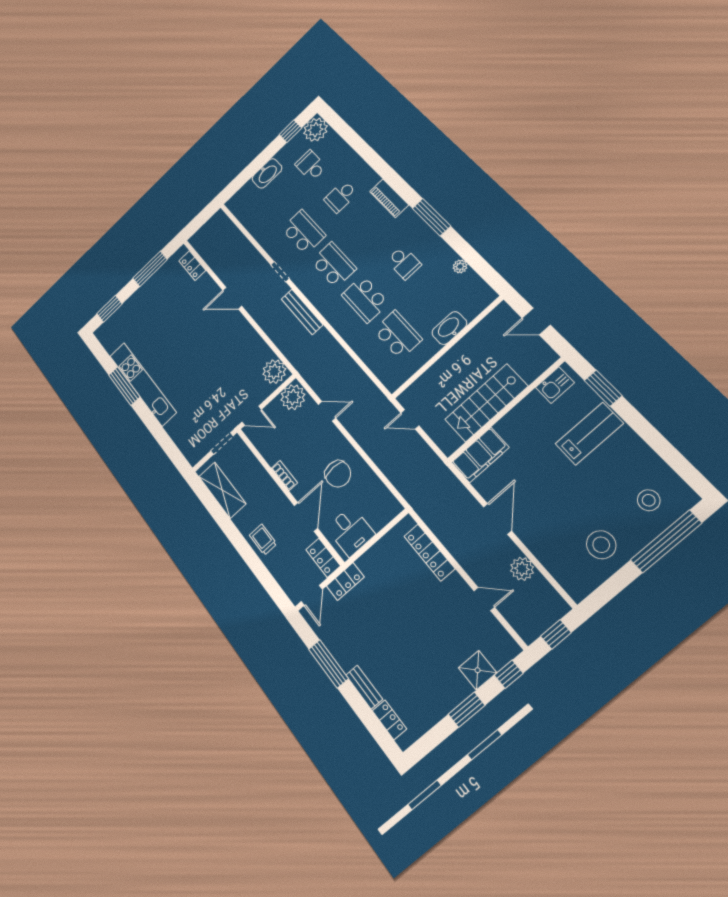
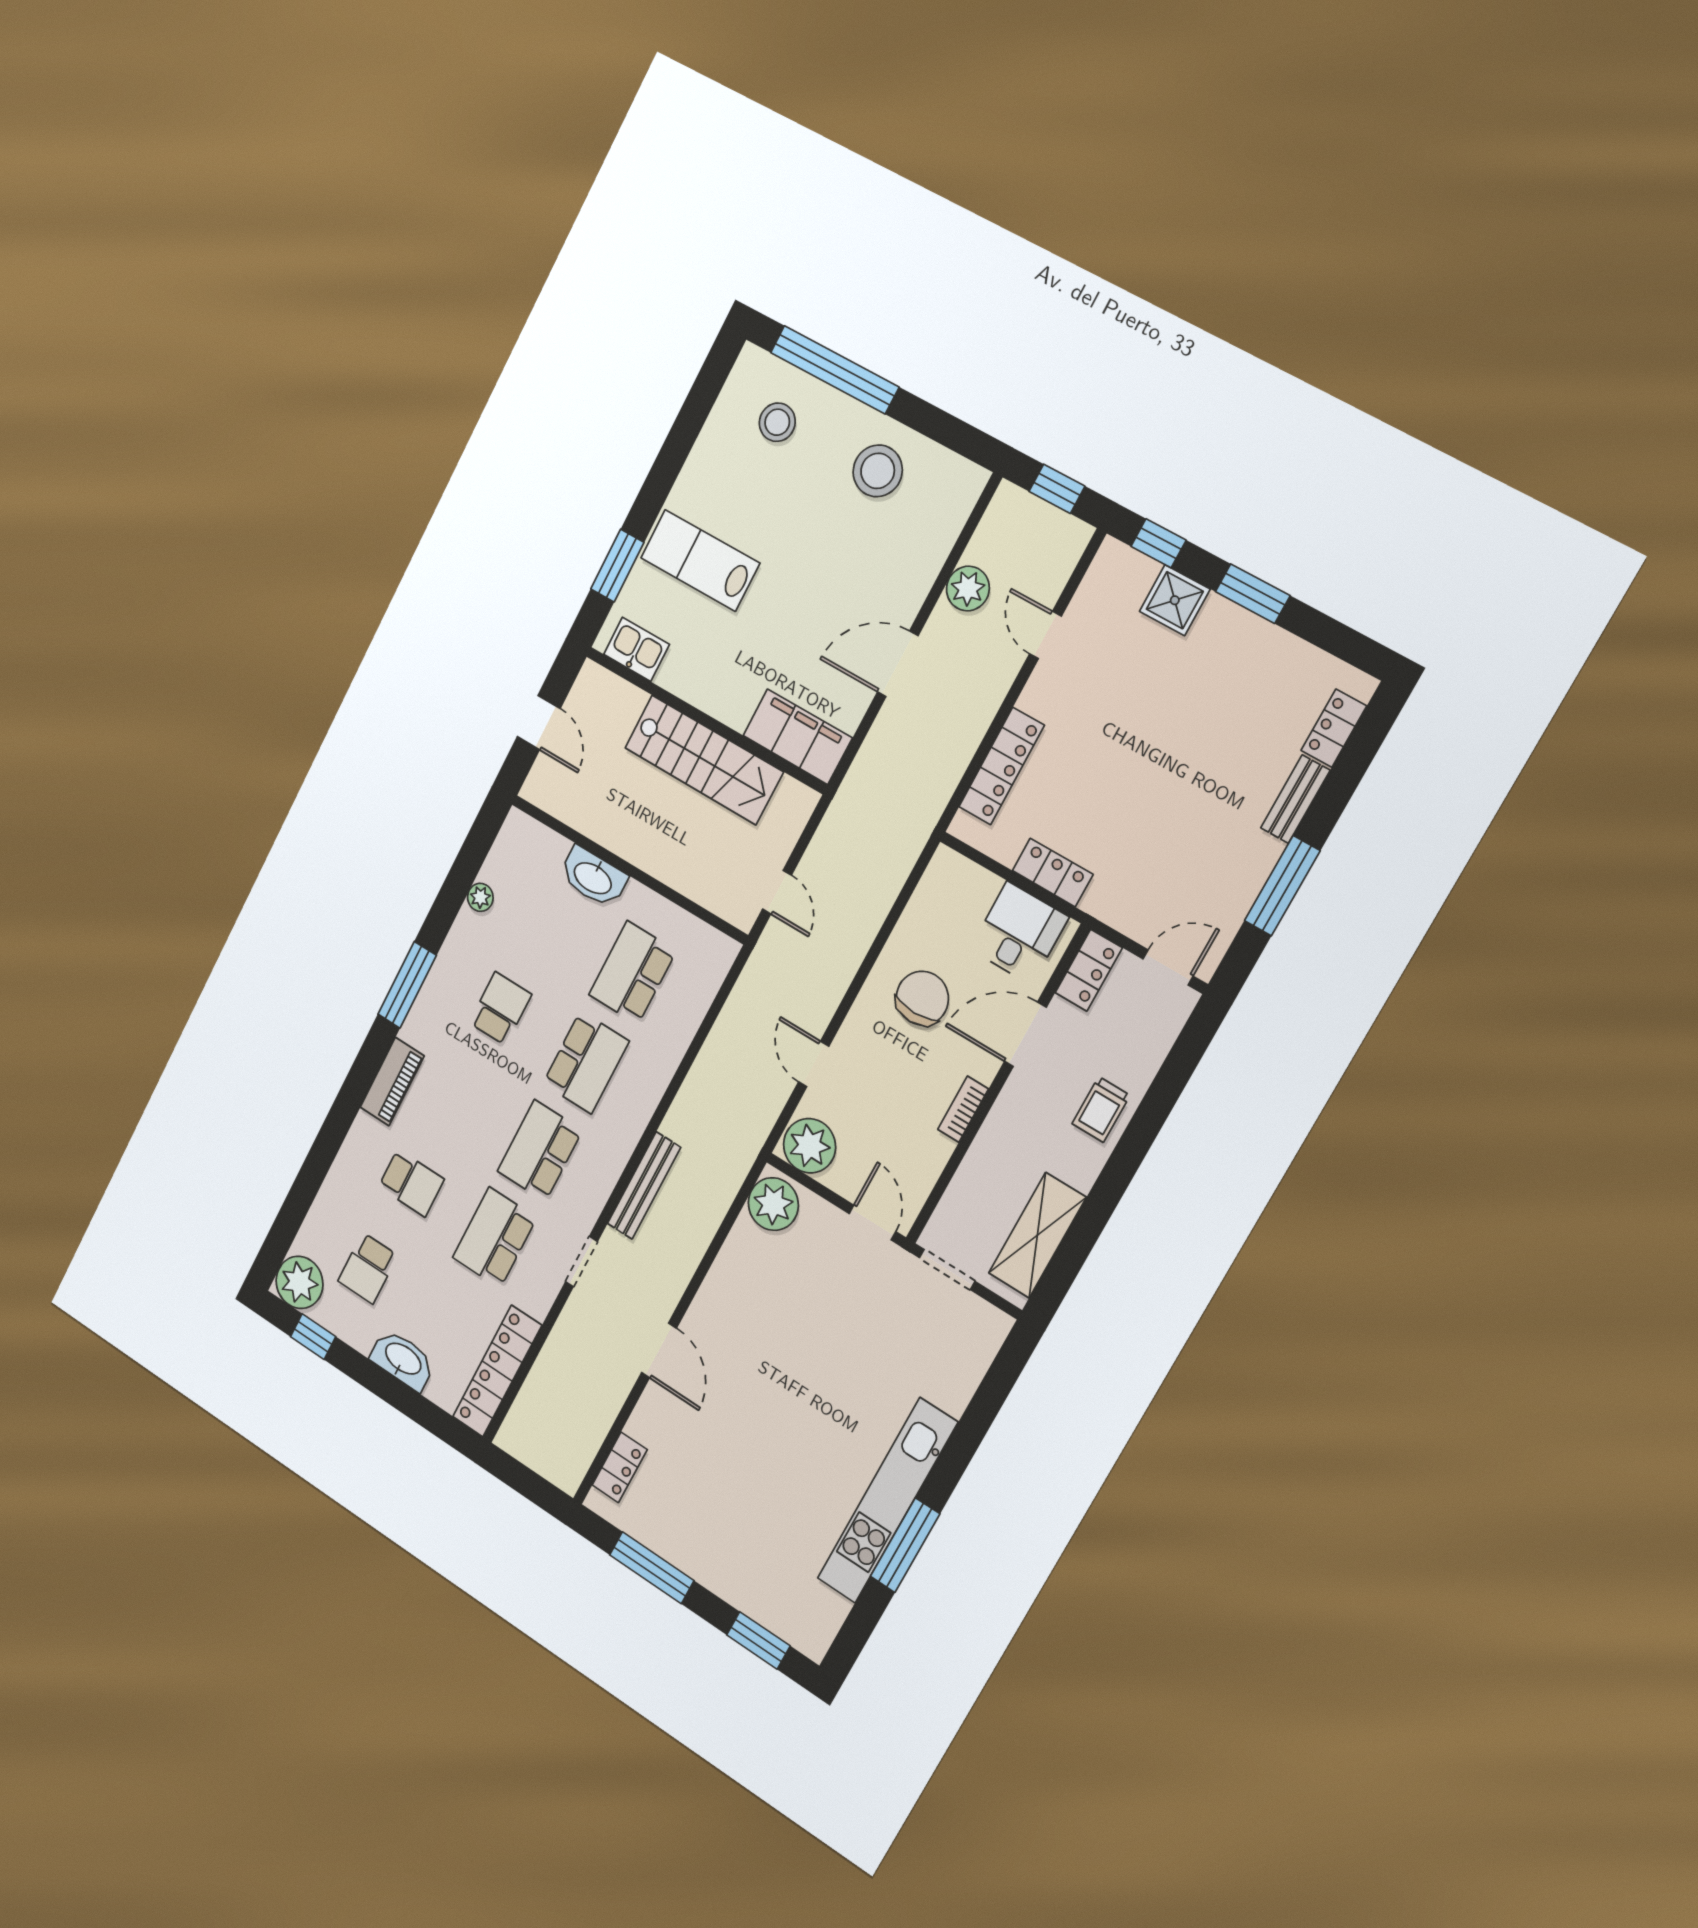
locker: (248, 218) -> (497, 1371), added
locker: (345, 582) -> (1053, 873), moved

